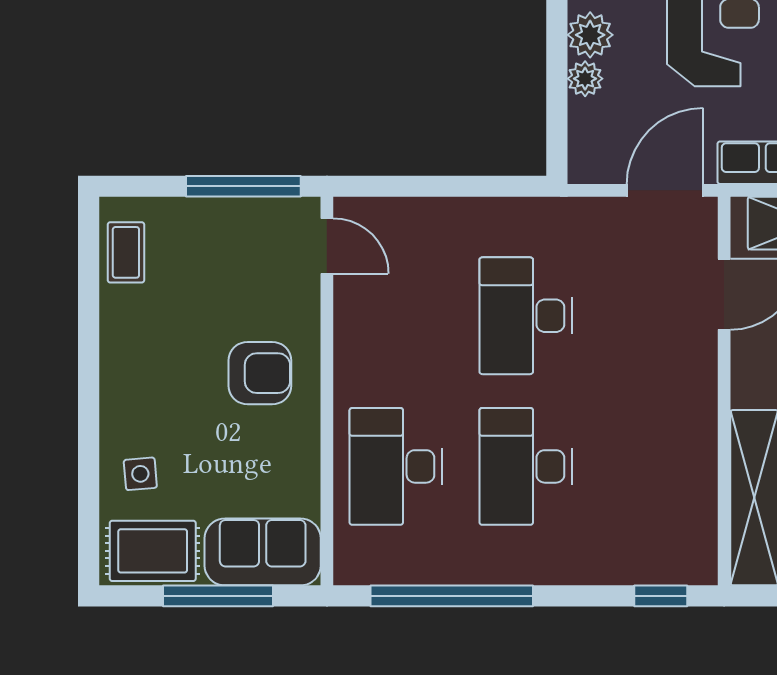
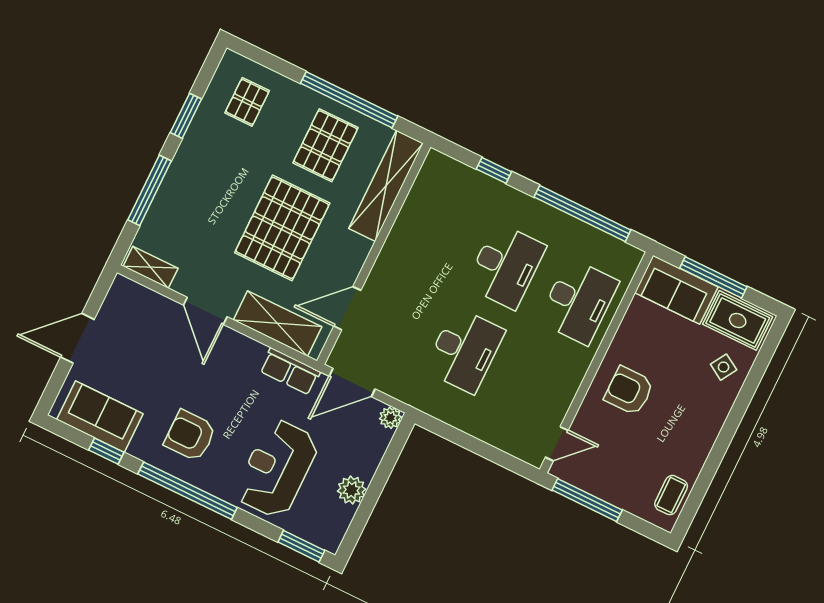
plant: (585, 79) -> (390, 418), moved
door: (327, 246) -> (557, 444), swing flipped
side table: (140, 474) -> (724, 367), turned 36
window: (661, 596) -> (494, 170), moved

